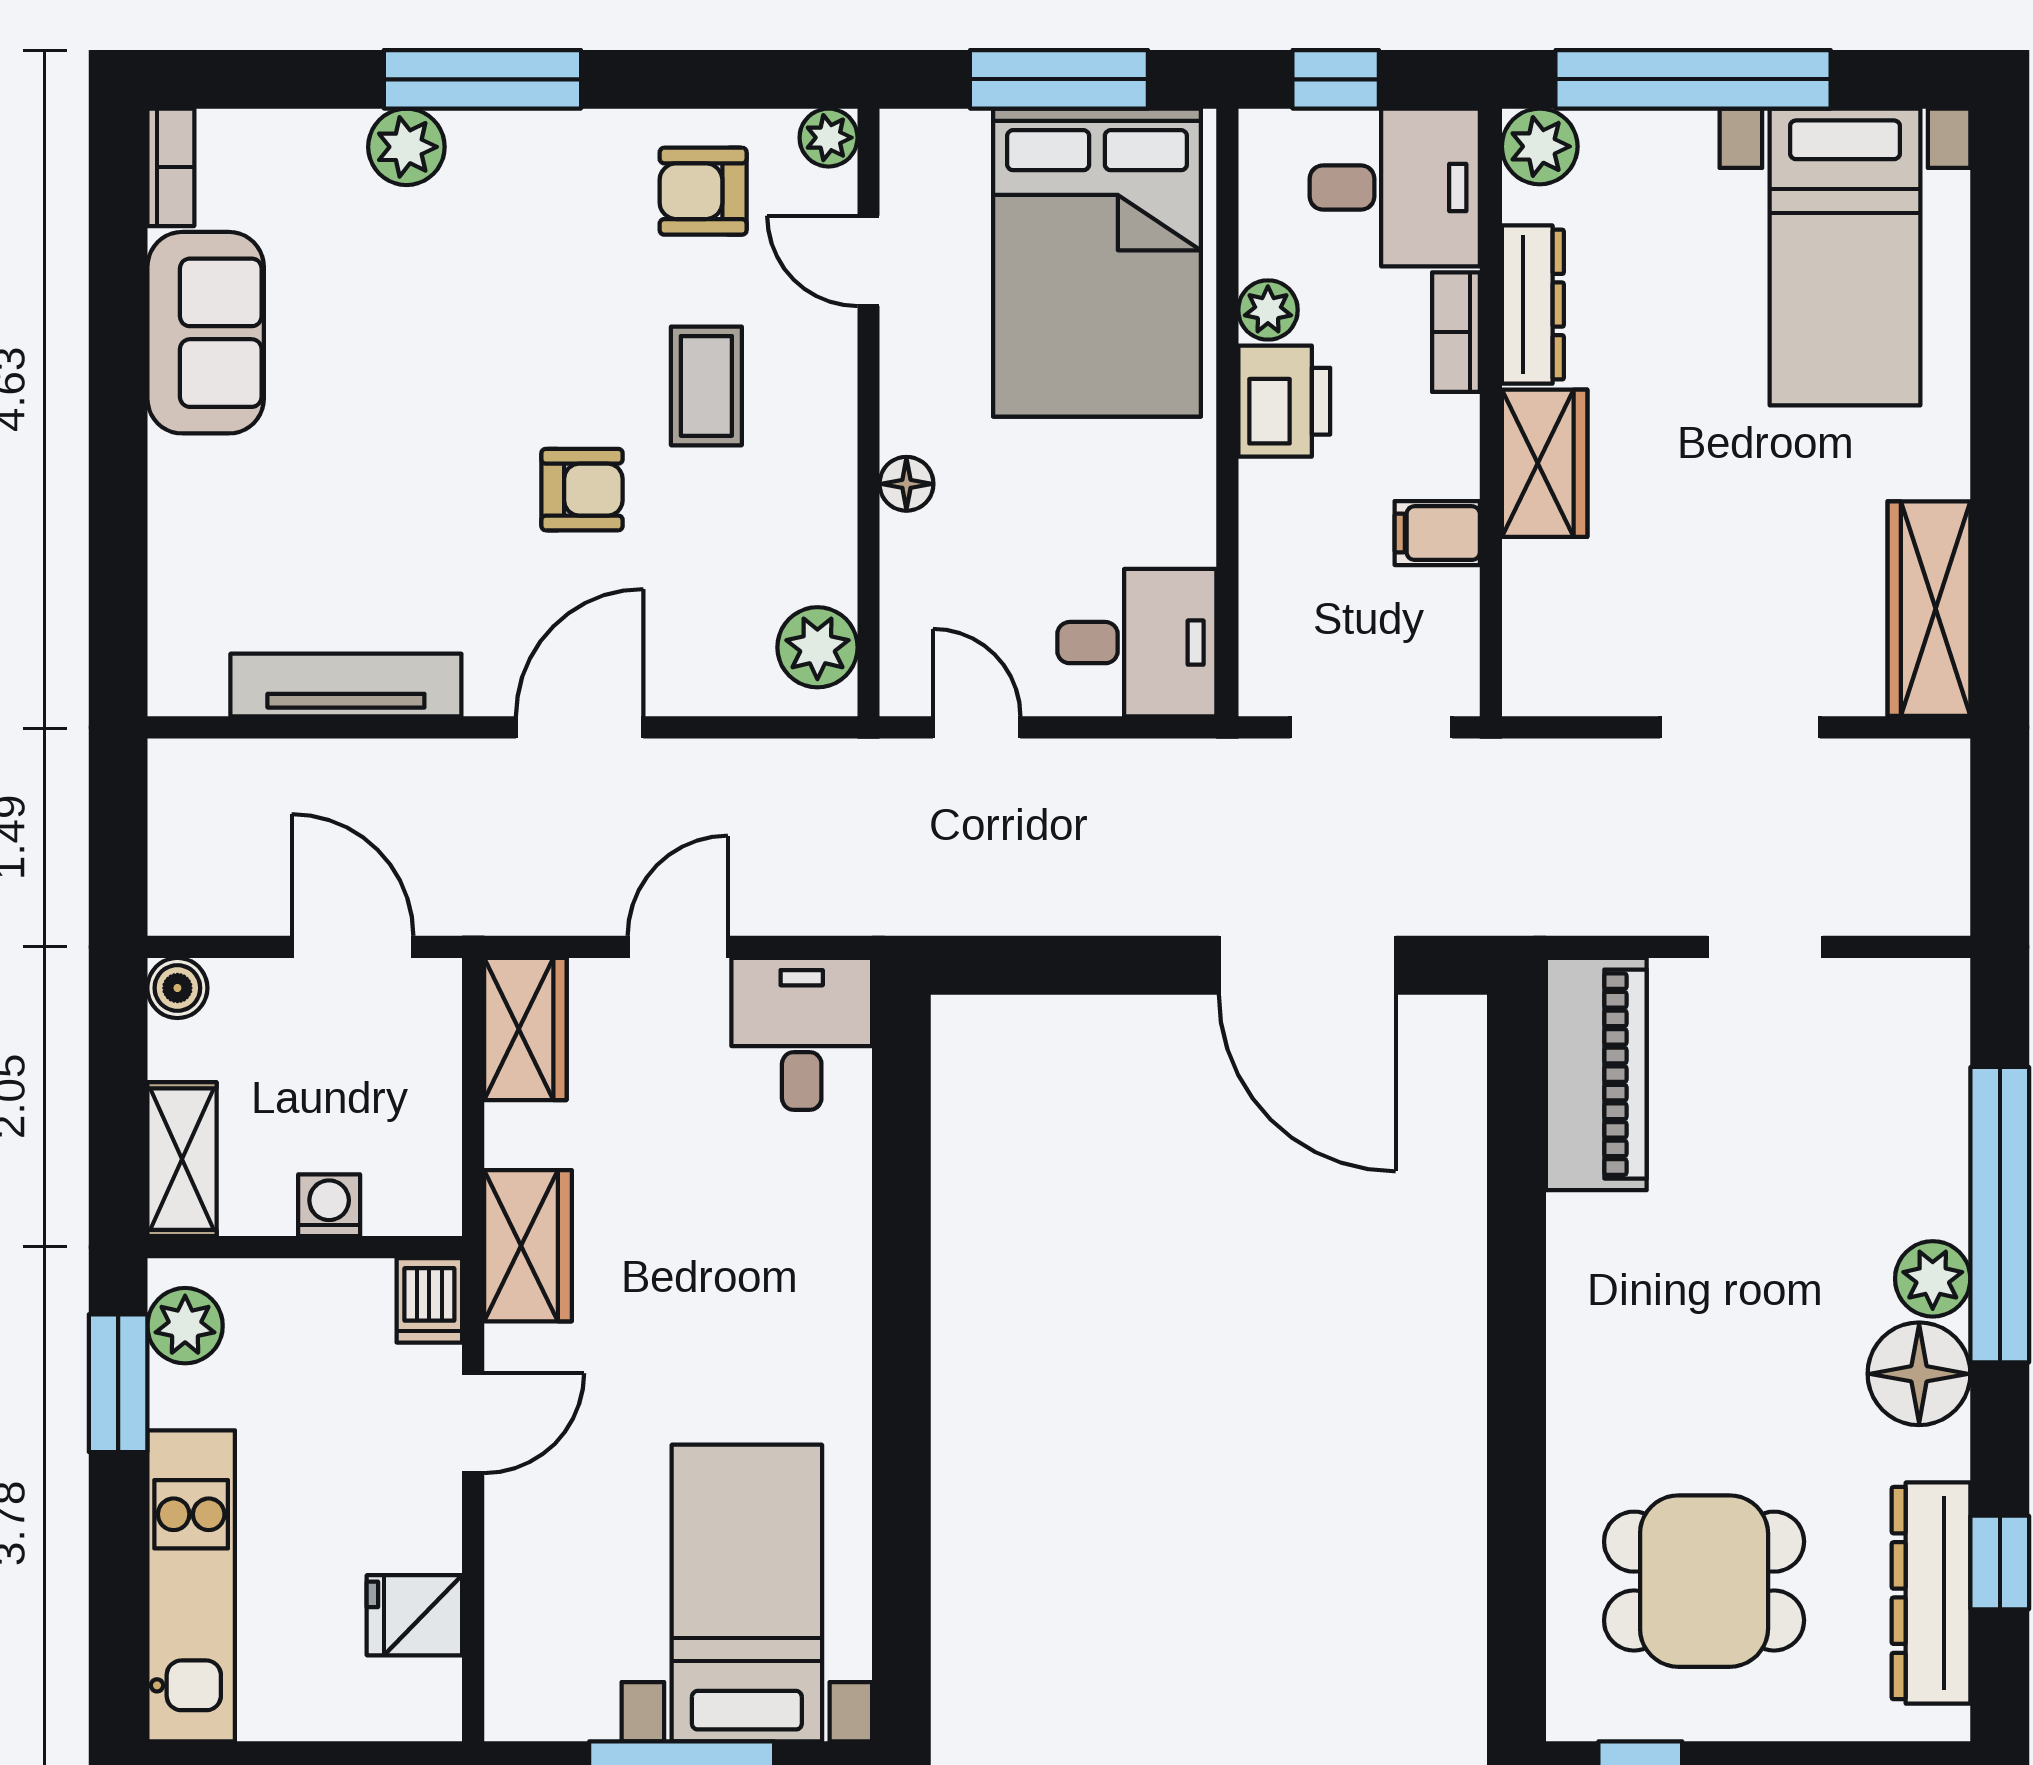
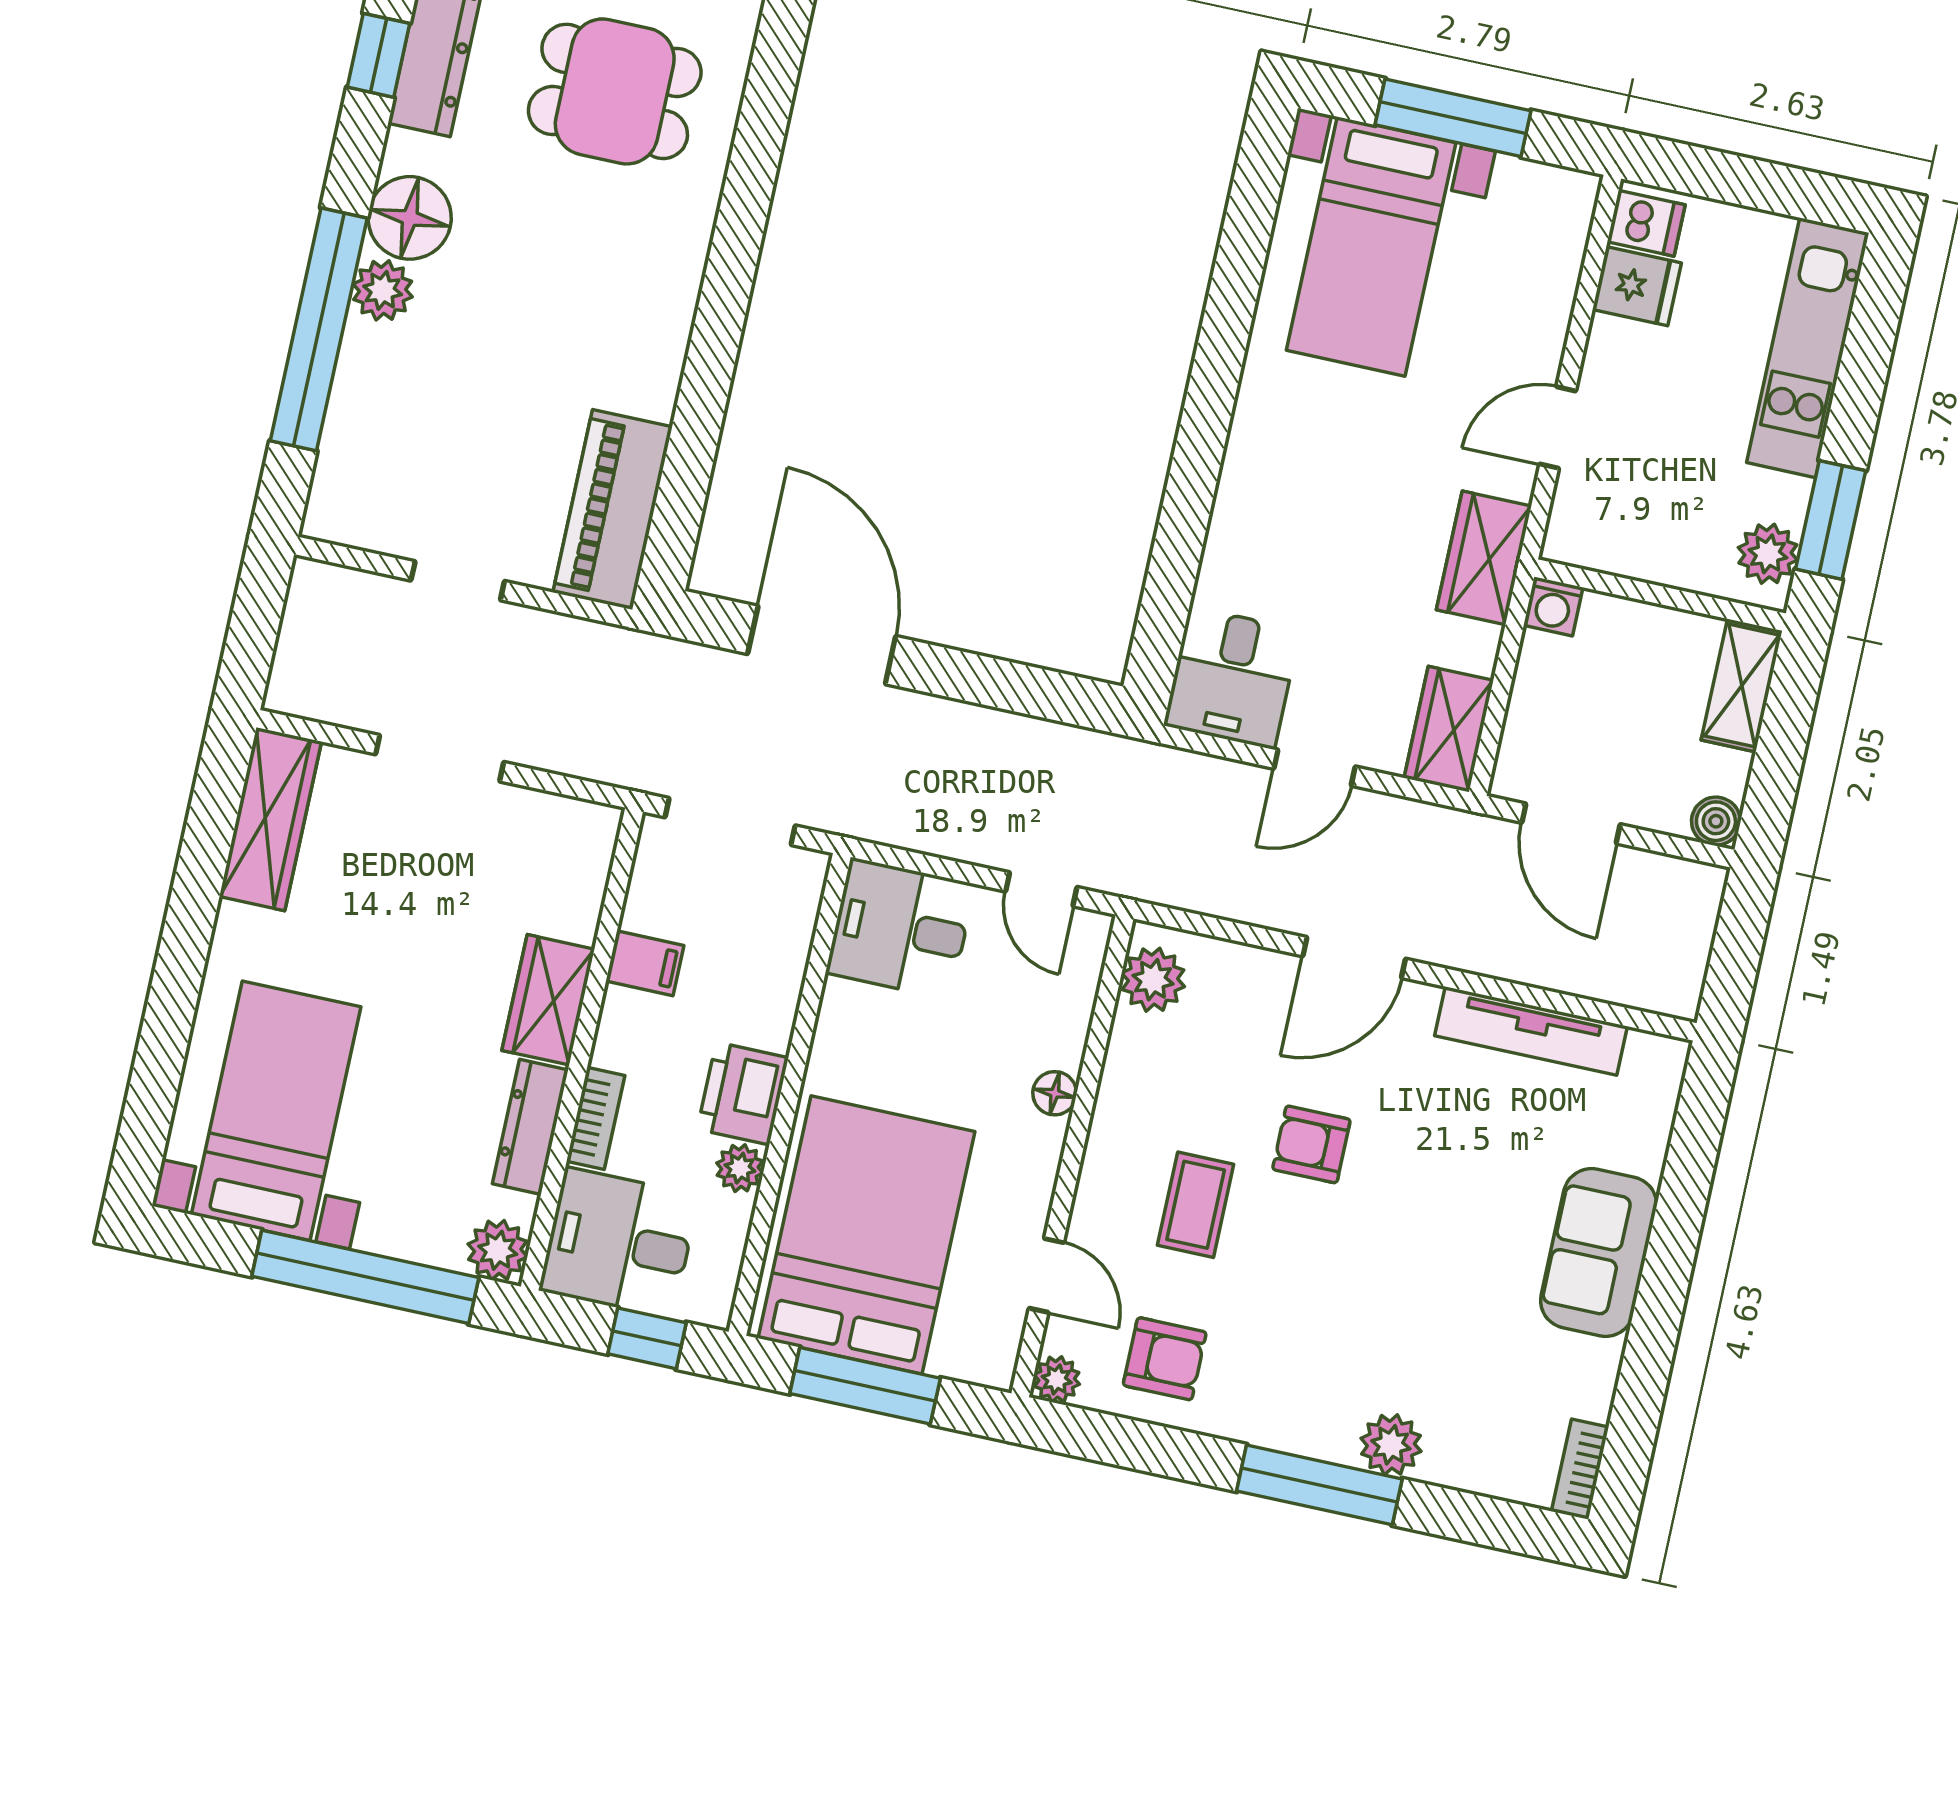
sofa: (206, 333) -> (1599, 1252), moved
washing machine: (329, 1205) -> (1553, 606), moved
dishwasher: (429, 1300) -> (1646, 223), moved, turned 90

